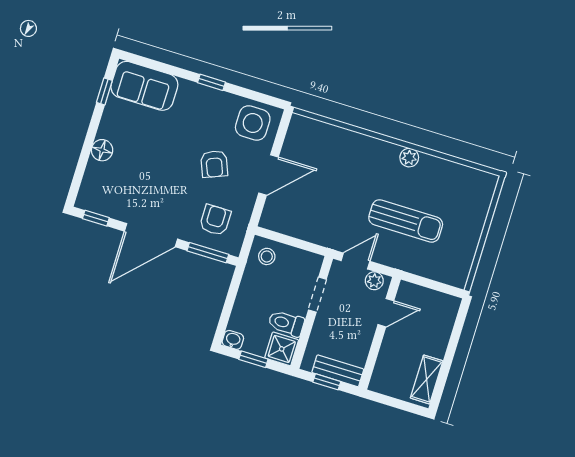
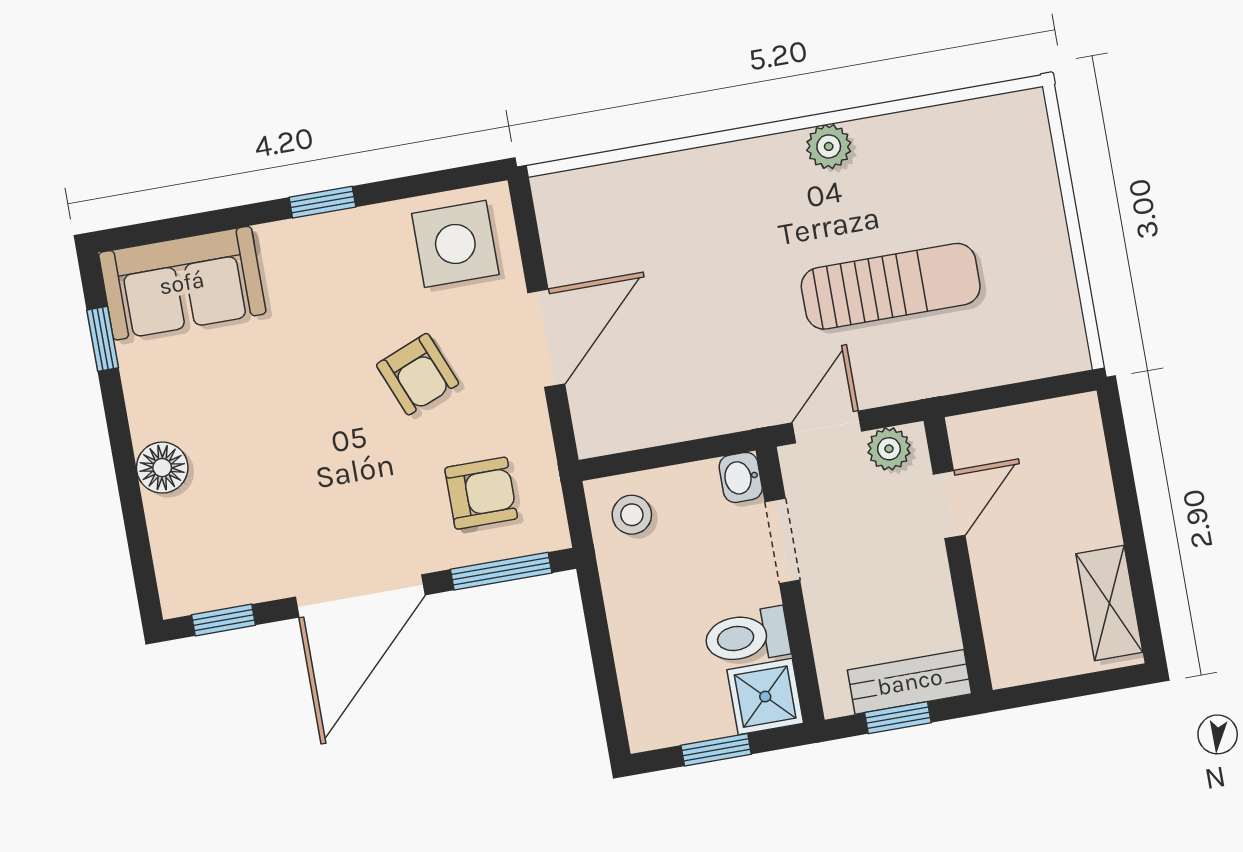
armchair: (215, 220) -> (481, 493), turned 90
washbasin: (233, 340) -> (741, 477), moved, turned -90

